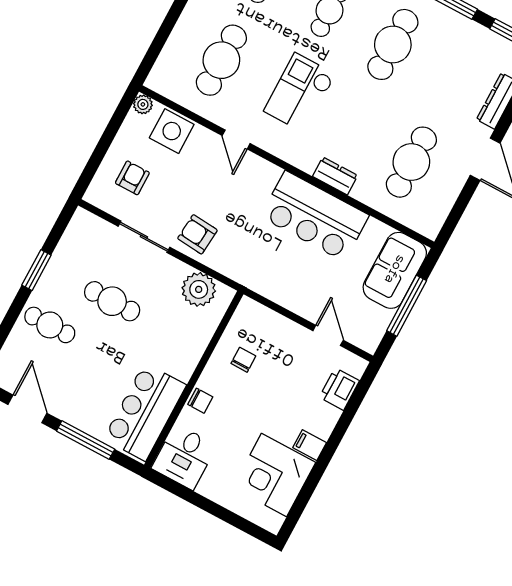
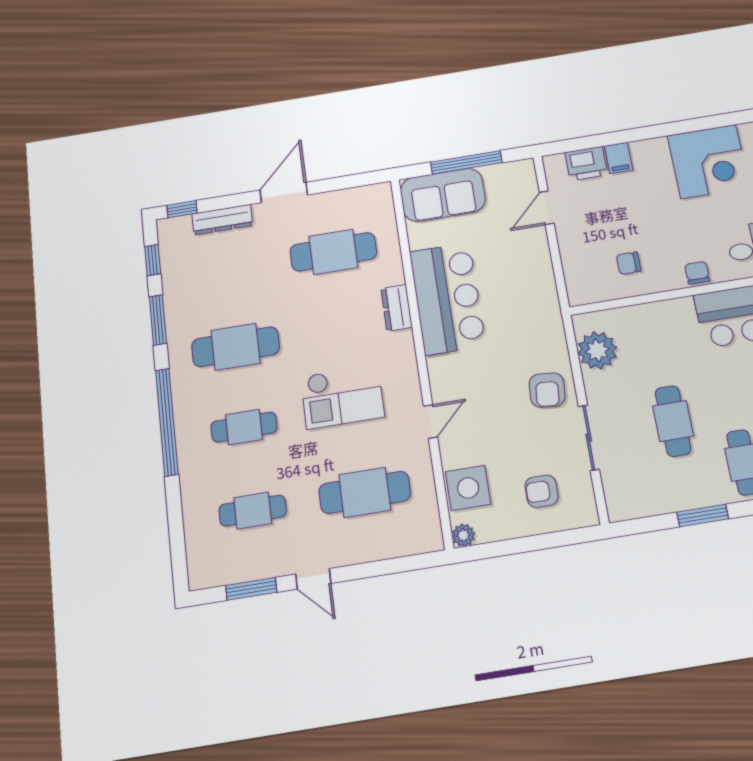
filing cabinet: (310, 445) -> (619, 158), moved

